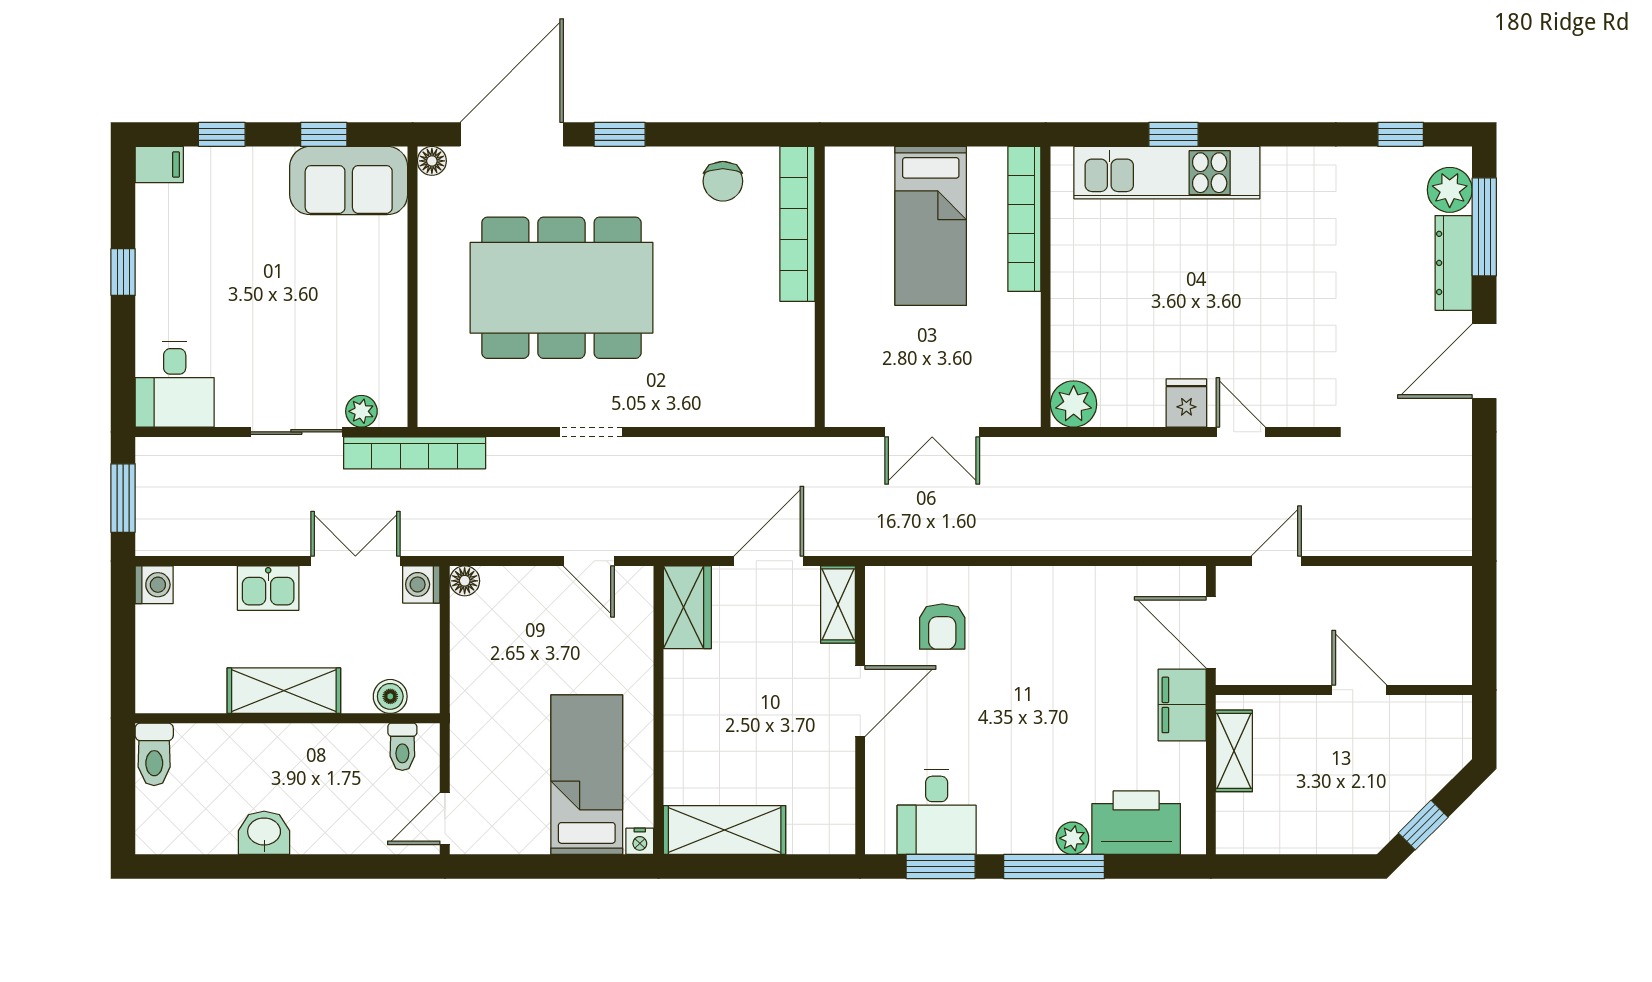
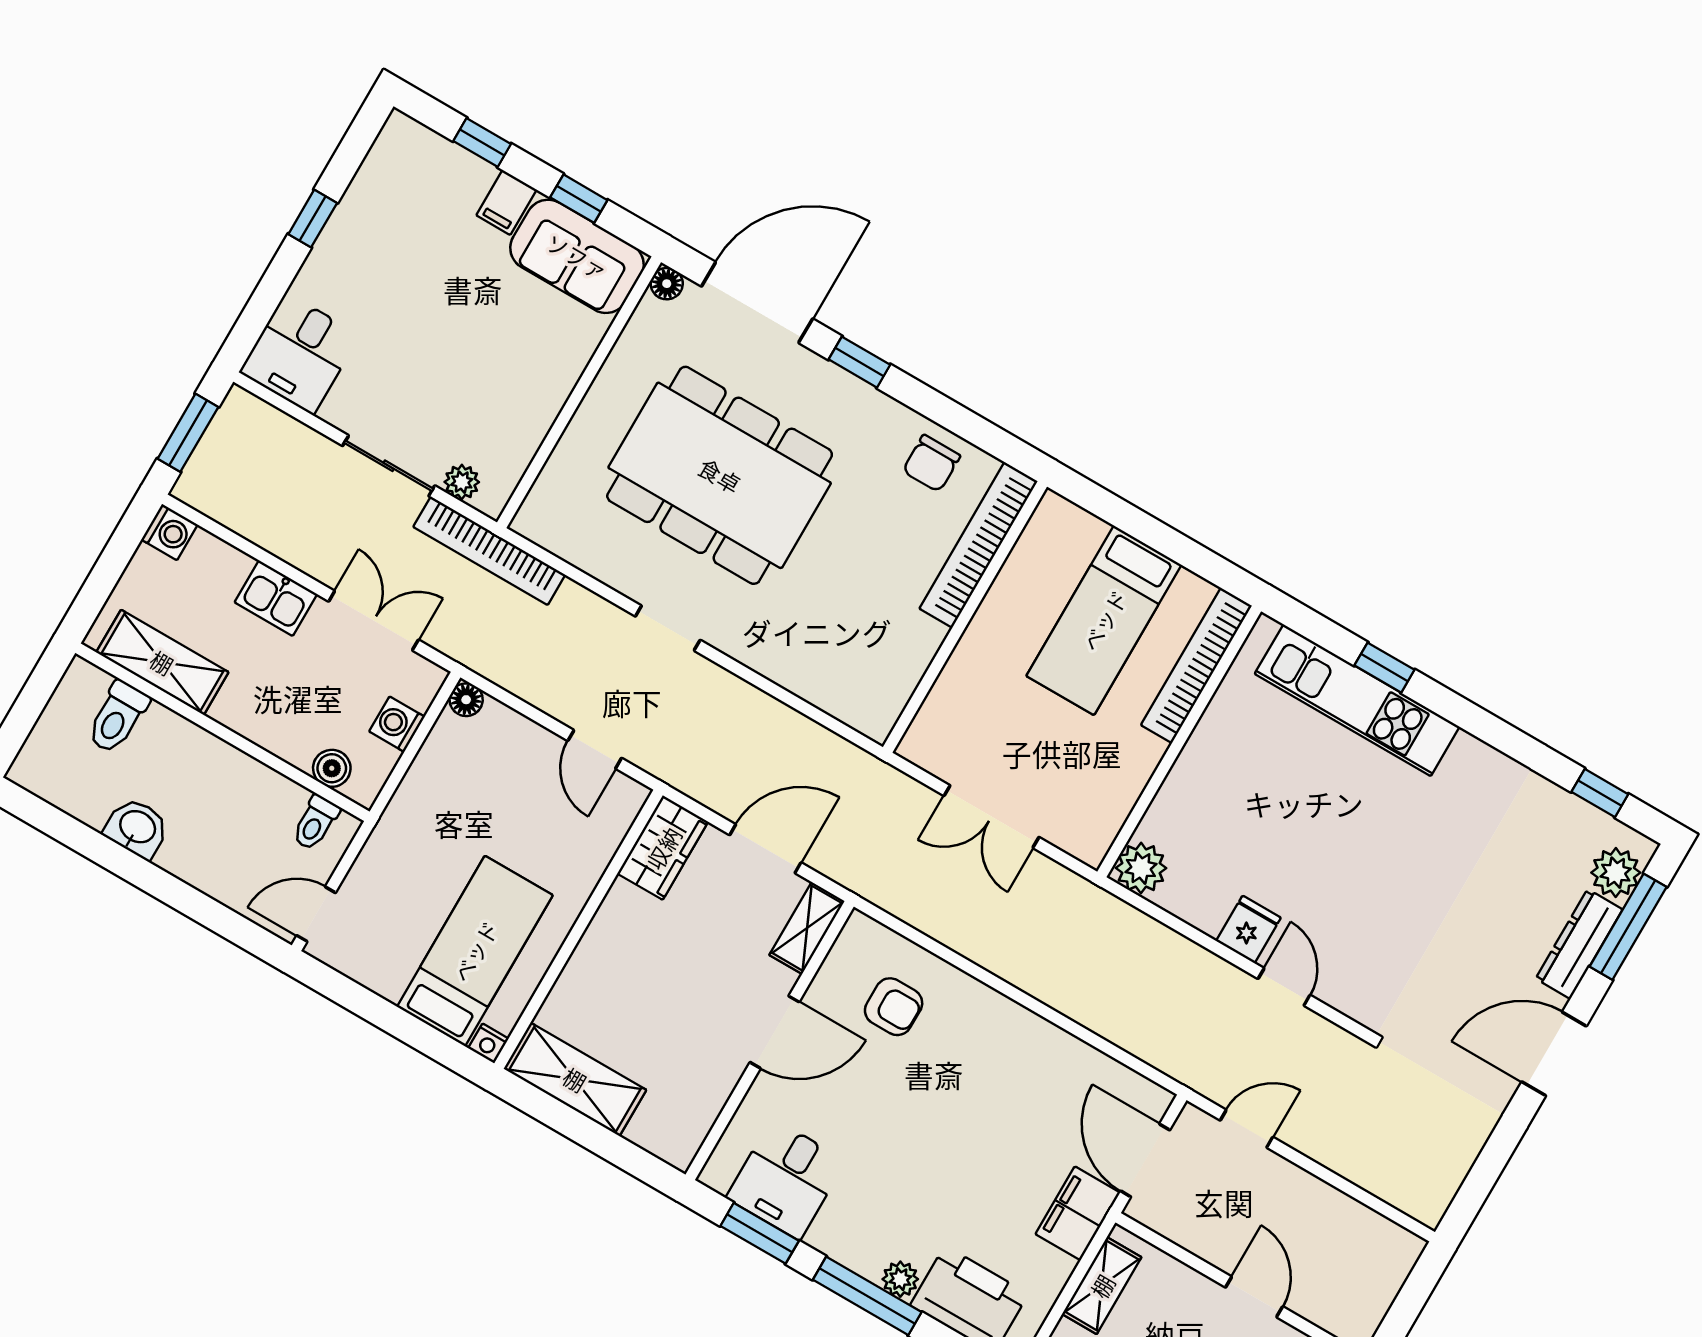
filing cabinet: (159, 164) -> (506, 202), moved, turned 90
washing machine: (421, 584) -> (397, 724), moved
armchair: (942, 627) -> (894, 1007), turned -90
shelving: (284, 691) -> (162, 662), moved
toilet: (154, 754) -> (118, 717), moved

